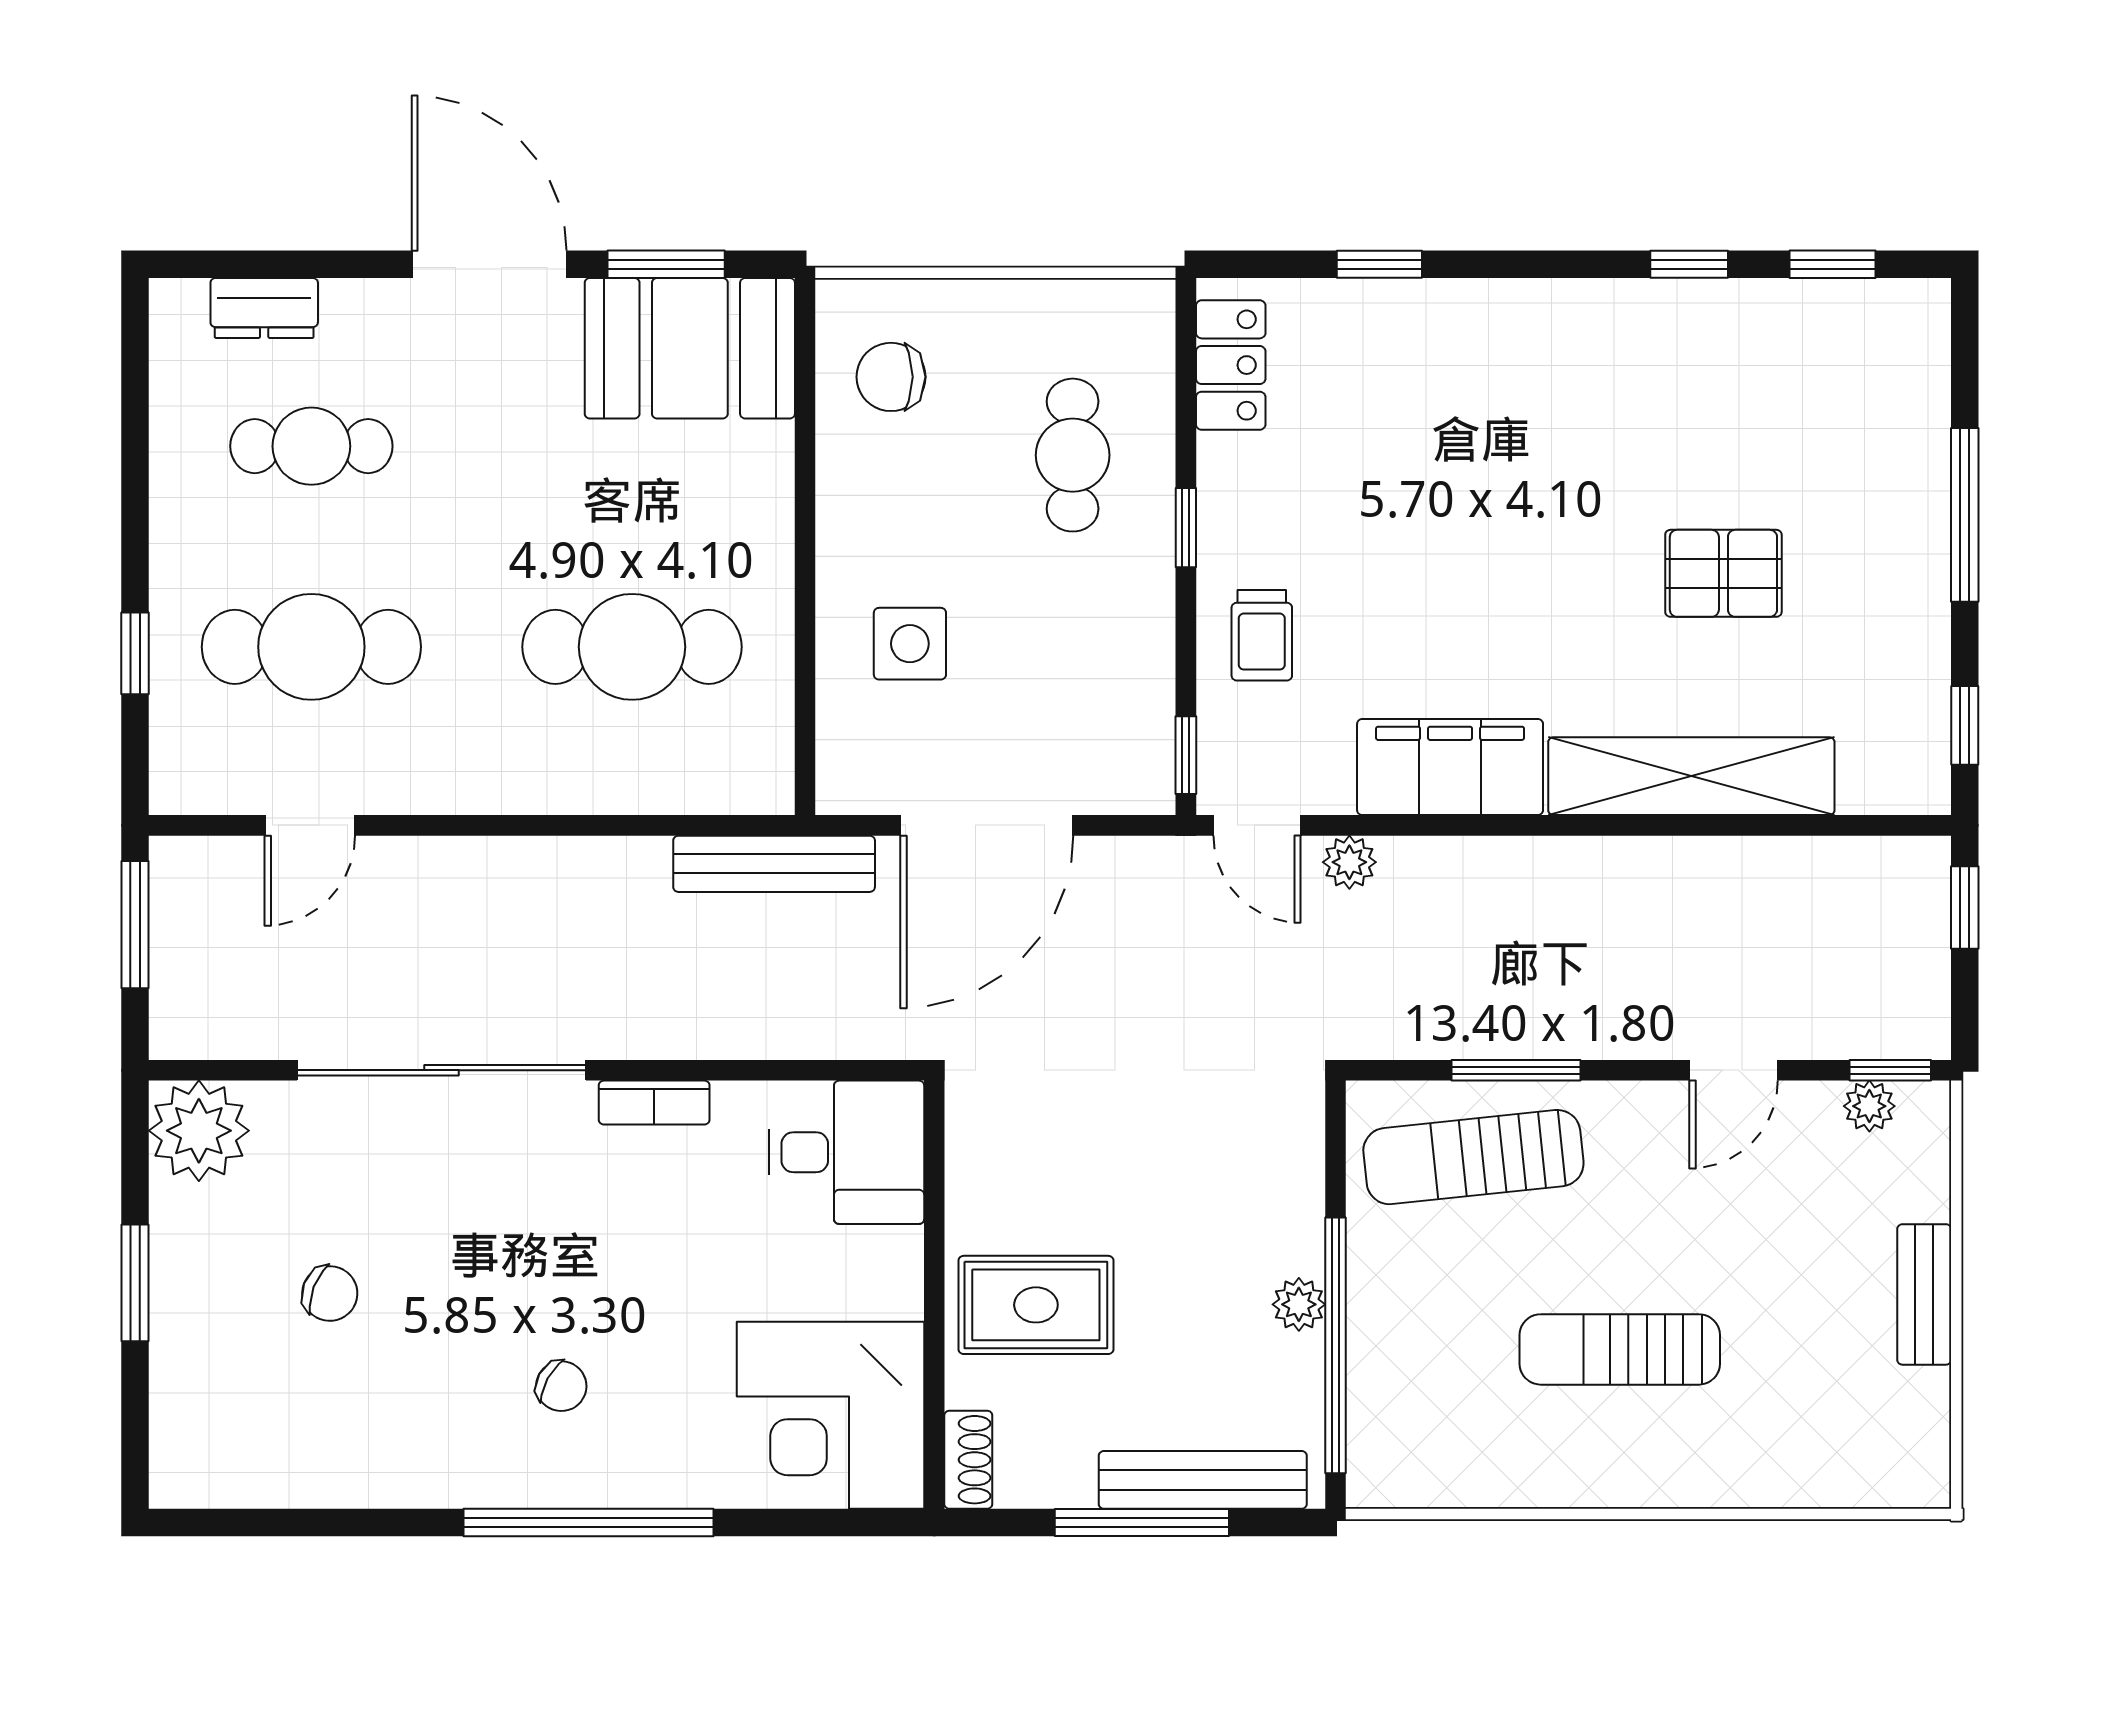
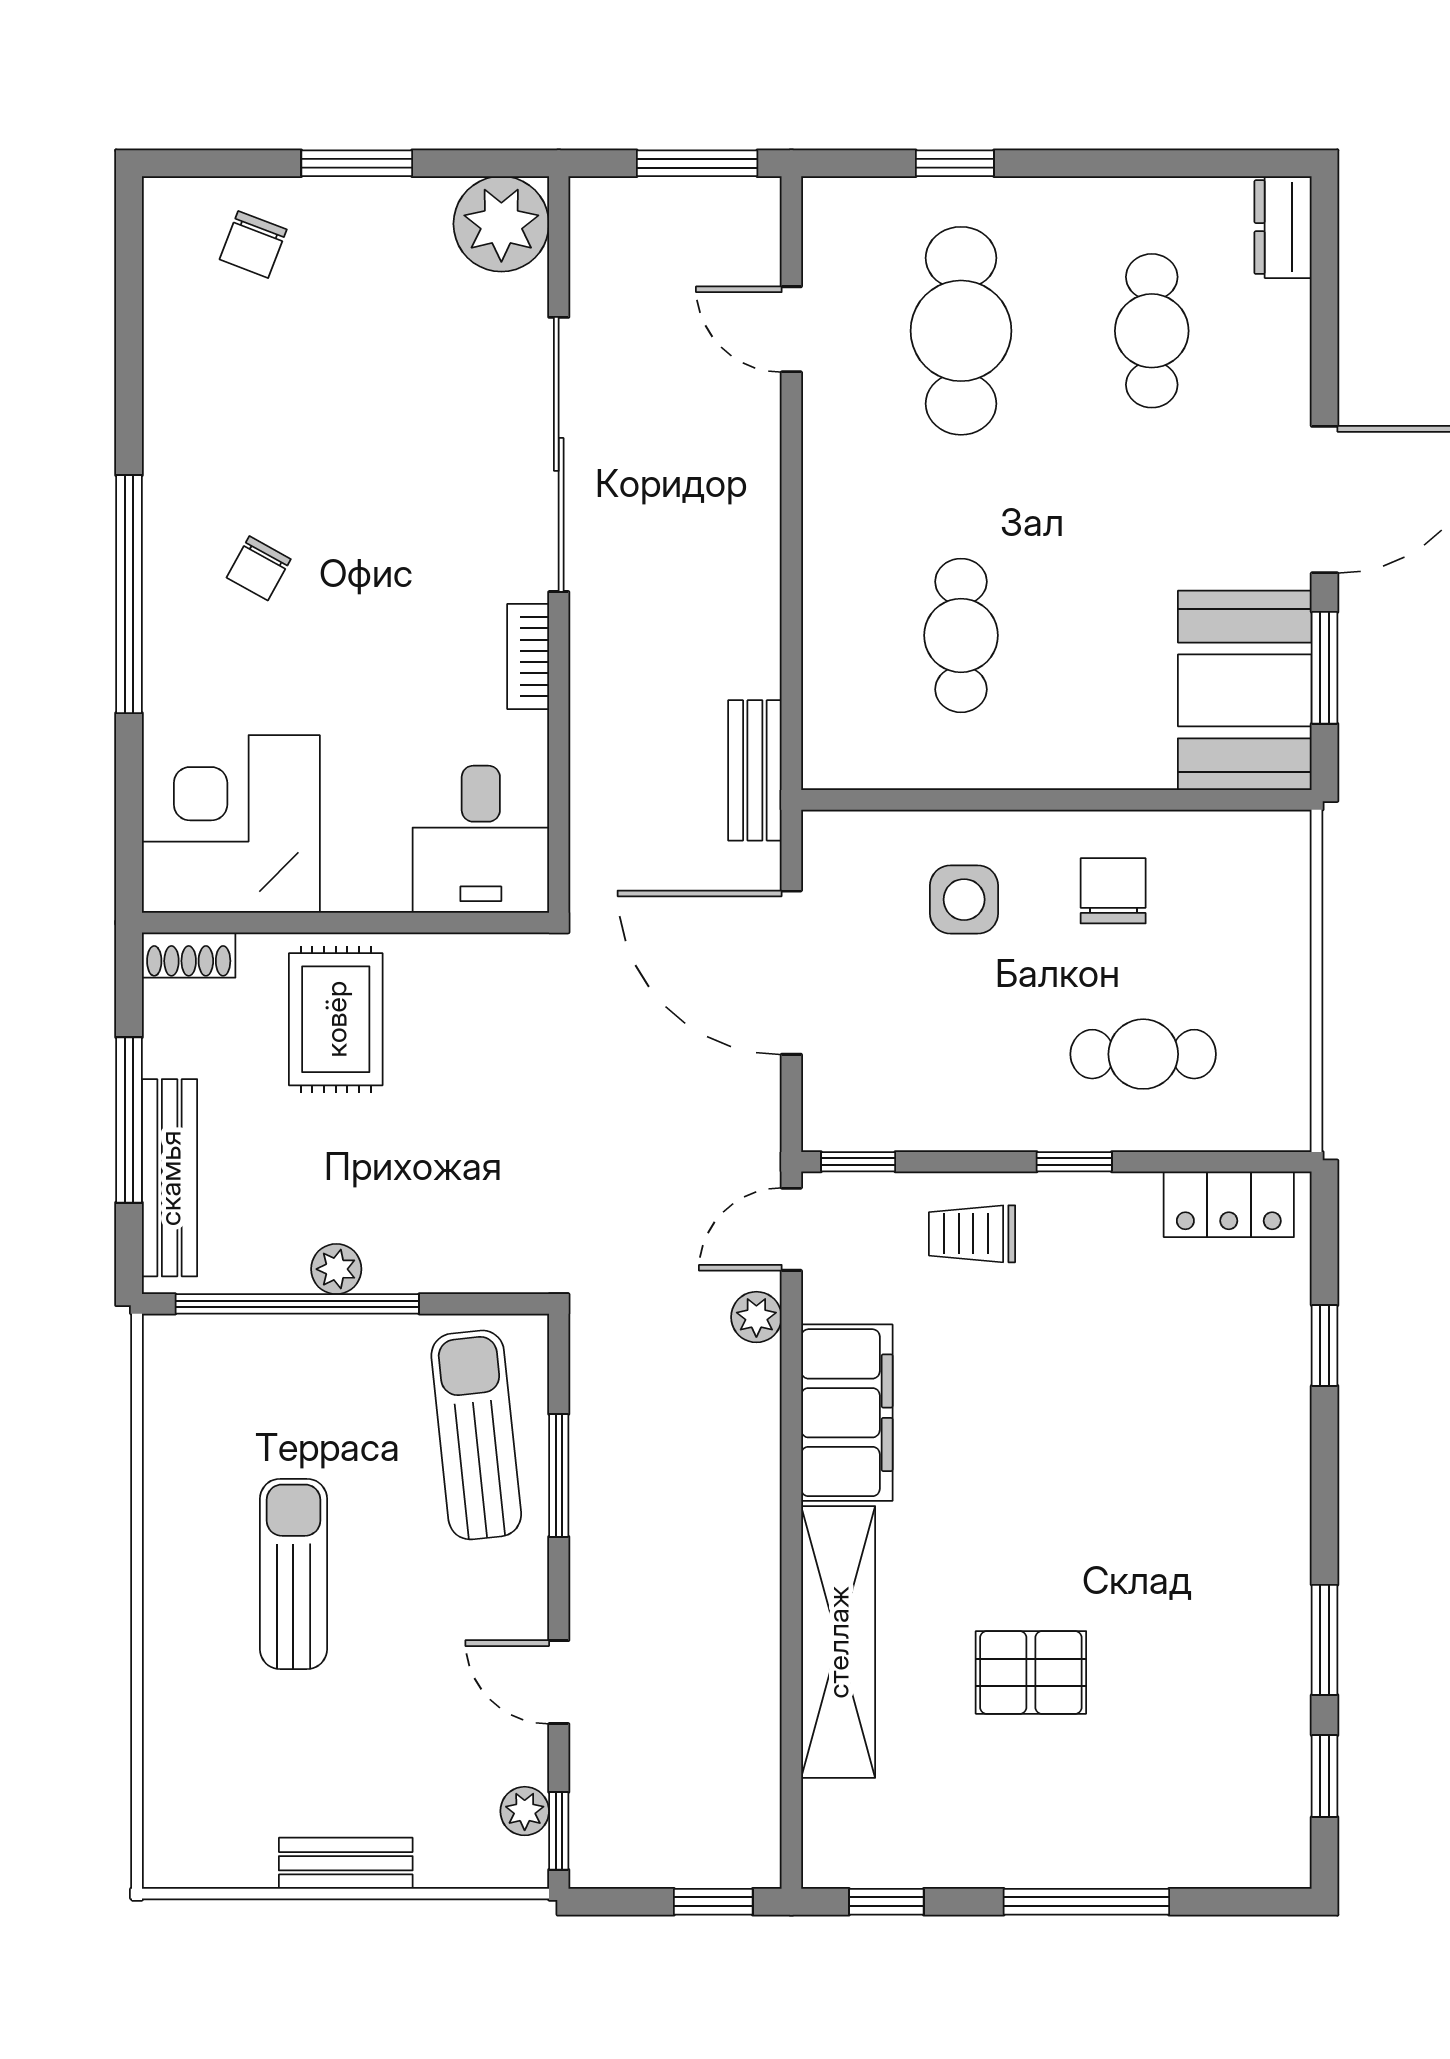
window: (1689, 264) -> (1325, 1640), width x1.50
dresser: (264, 308) -> (1283, 227), moved
chair: (891, 377) -> (1113, 891), moved
pallet: (1723, 573) -> (1031, 1672), turned 90
cafe table: (632, 647) -> (961, 635), width x0.73, depth x0.74
bench: (774, 864) -> (755, 770), width x0.73
chair: (330, 1293) -> (253, 244), moved

